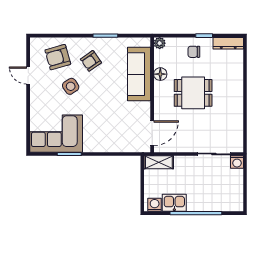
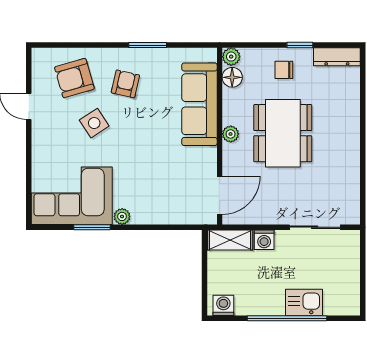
armchair: (91, 61) -> (125, 84), turned 138
floor lamp: (160, 74) -> (232, 77), moved
plant: (159, 93) -> (231, 134), added
dining table: (193, 93) -> (283, 133), width x1.38
plant: (89, 147) -> (122, 216), added
washing machine: (237, 162) -> (264, 240), moved
kitchen sink: (174, 203) -> (304, 302), moved

